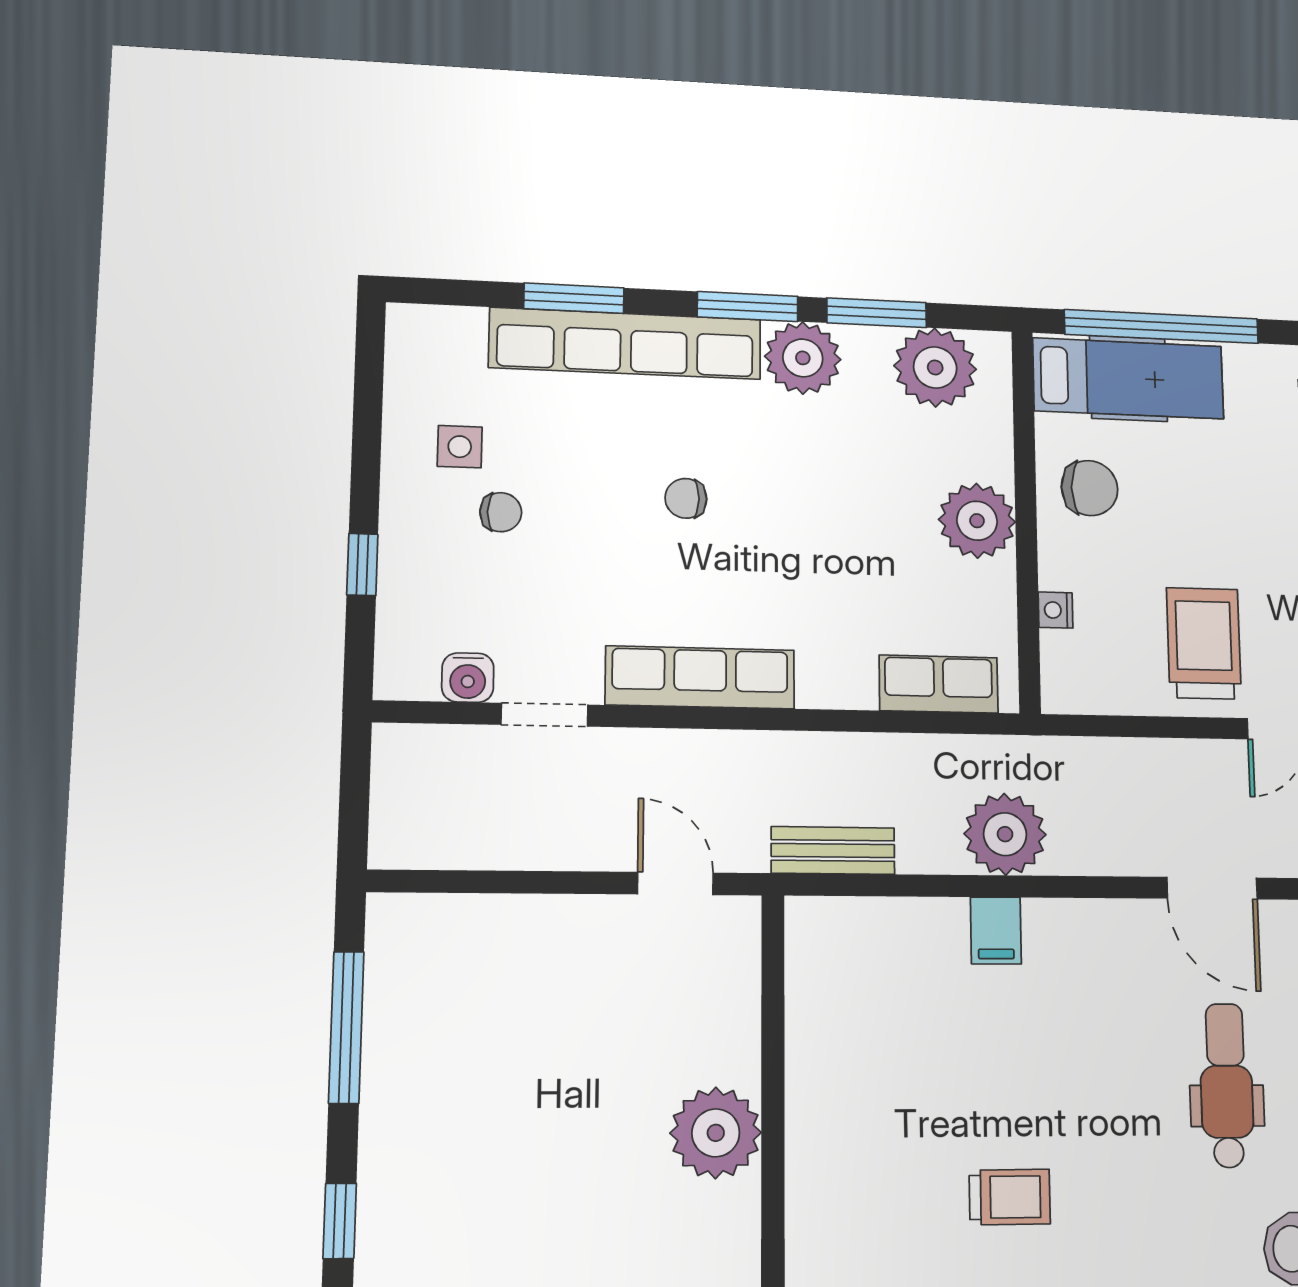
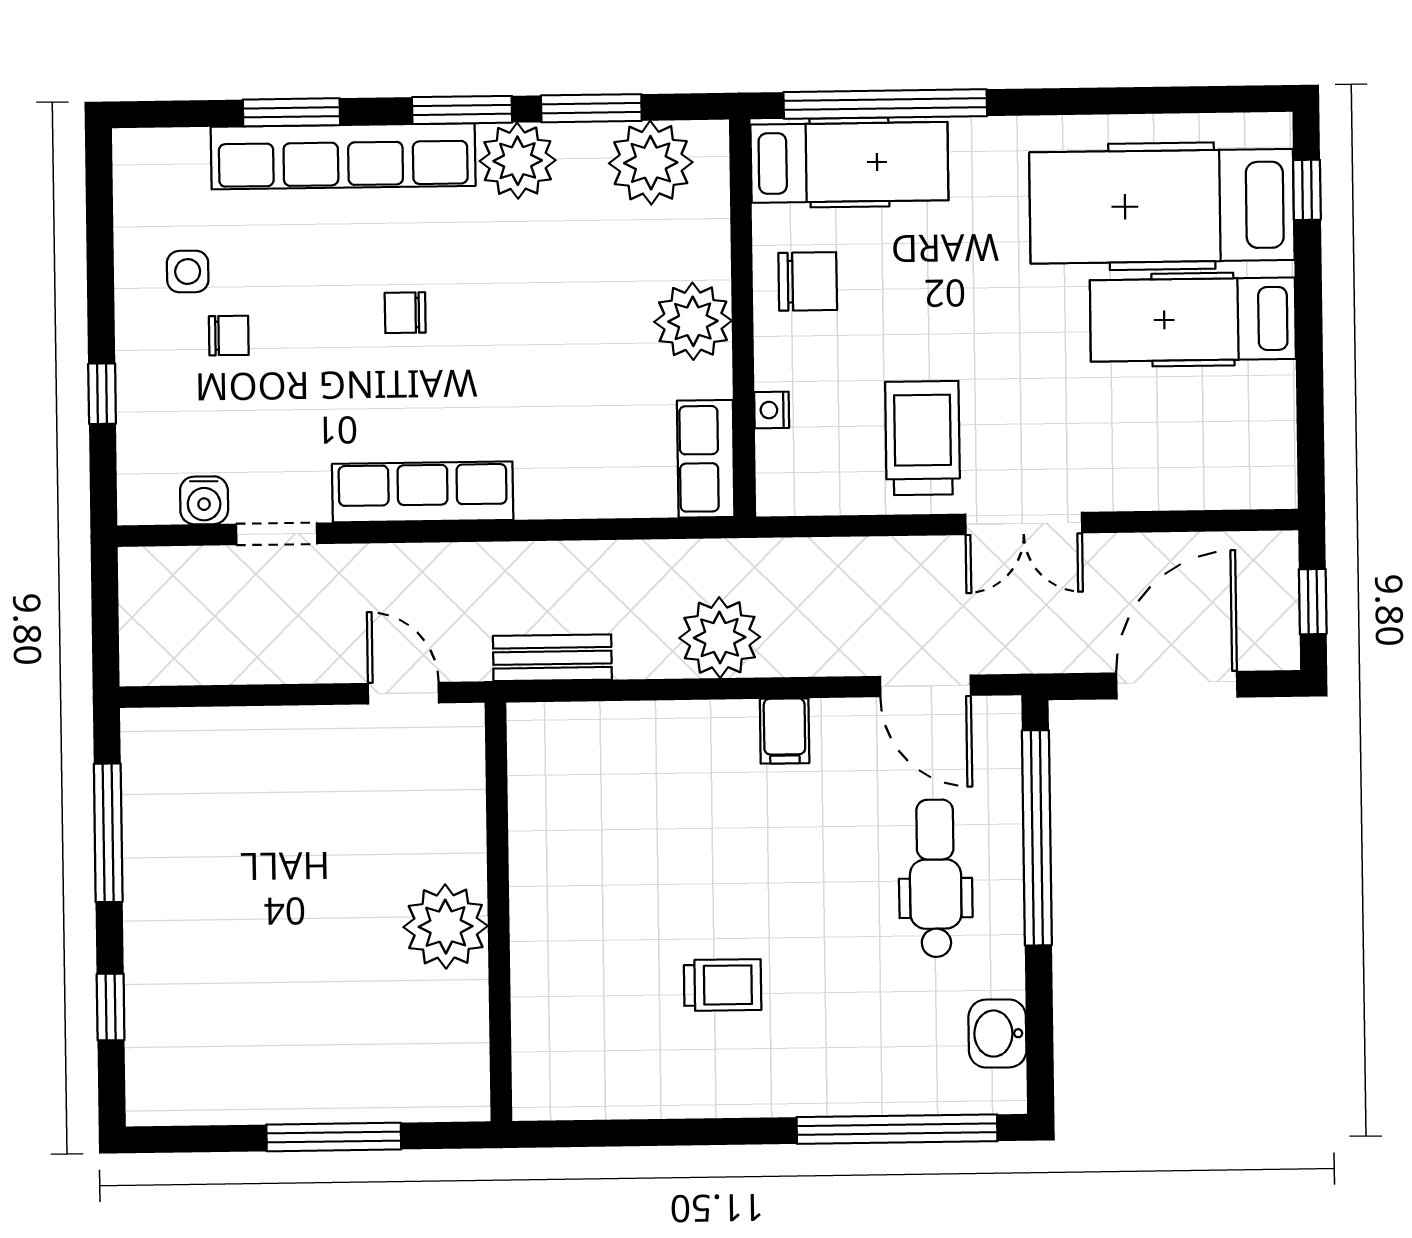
row of seats: (939, 684) -> (706, 459), moved, turned -90
filing cabinet: (996, 931) -> (785, 731), moved

